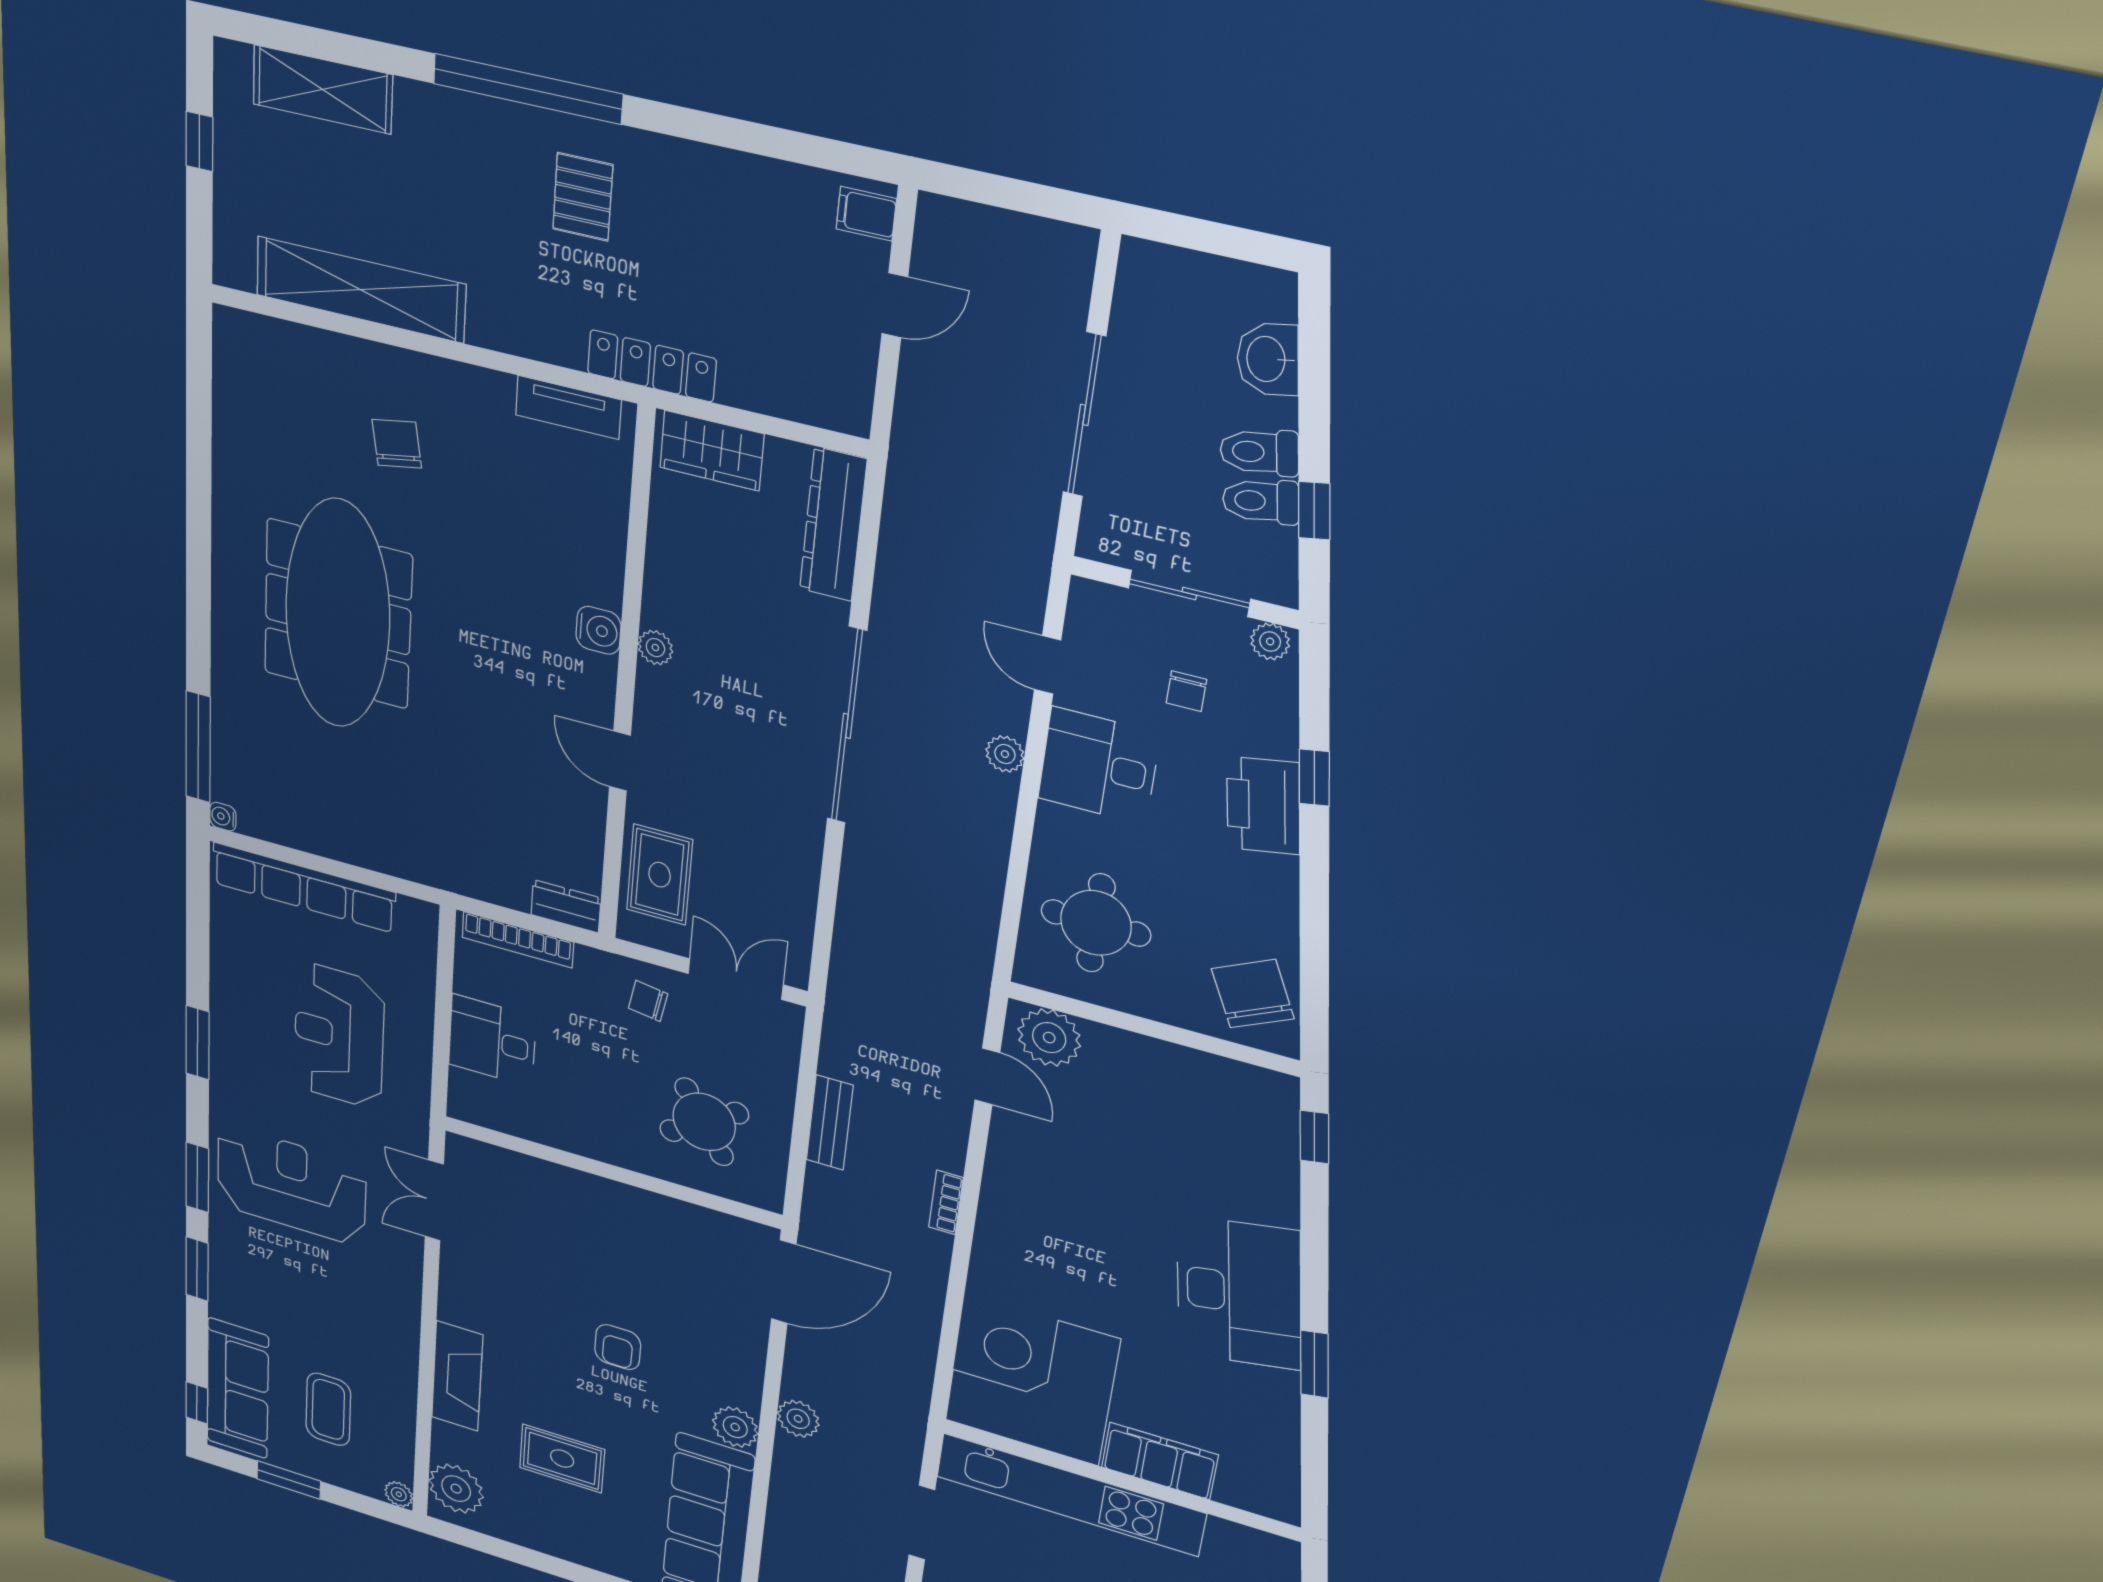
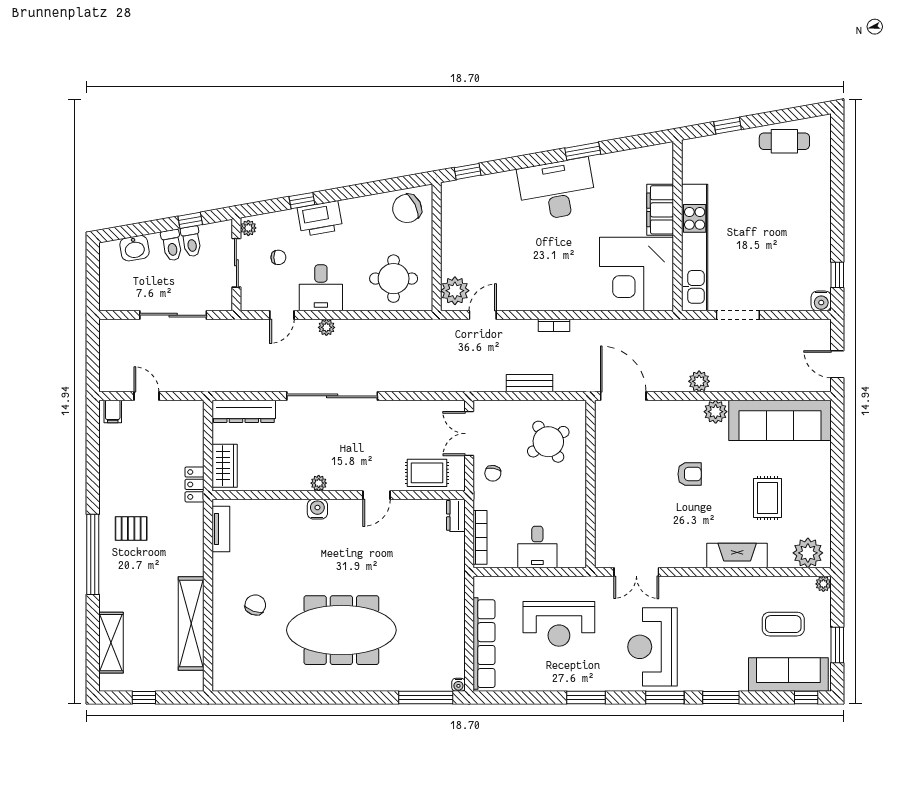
locker: (652, 366) -> (195, 484), width x0.66
chair: (397, 444) -> (255, 605), turned 119

